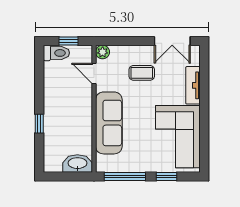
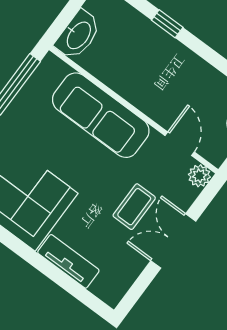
double door: (172, 41) -> (173, 241), moved
door: (94, 74) -> (180, 144), hinge flipped

